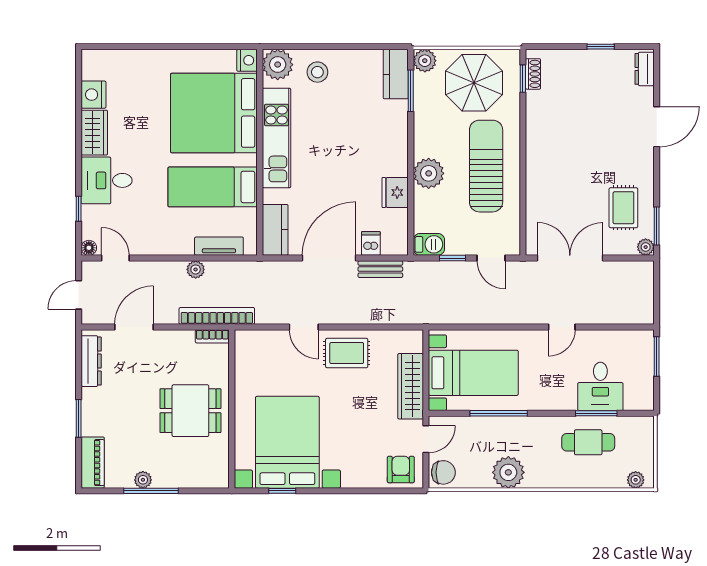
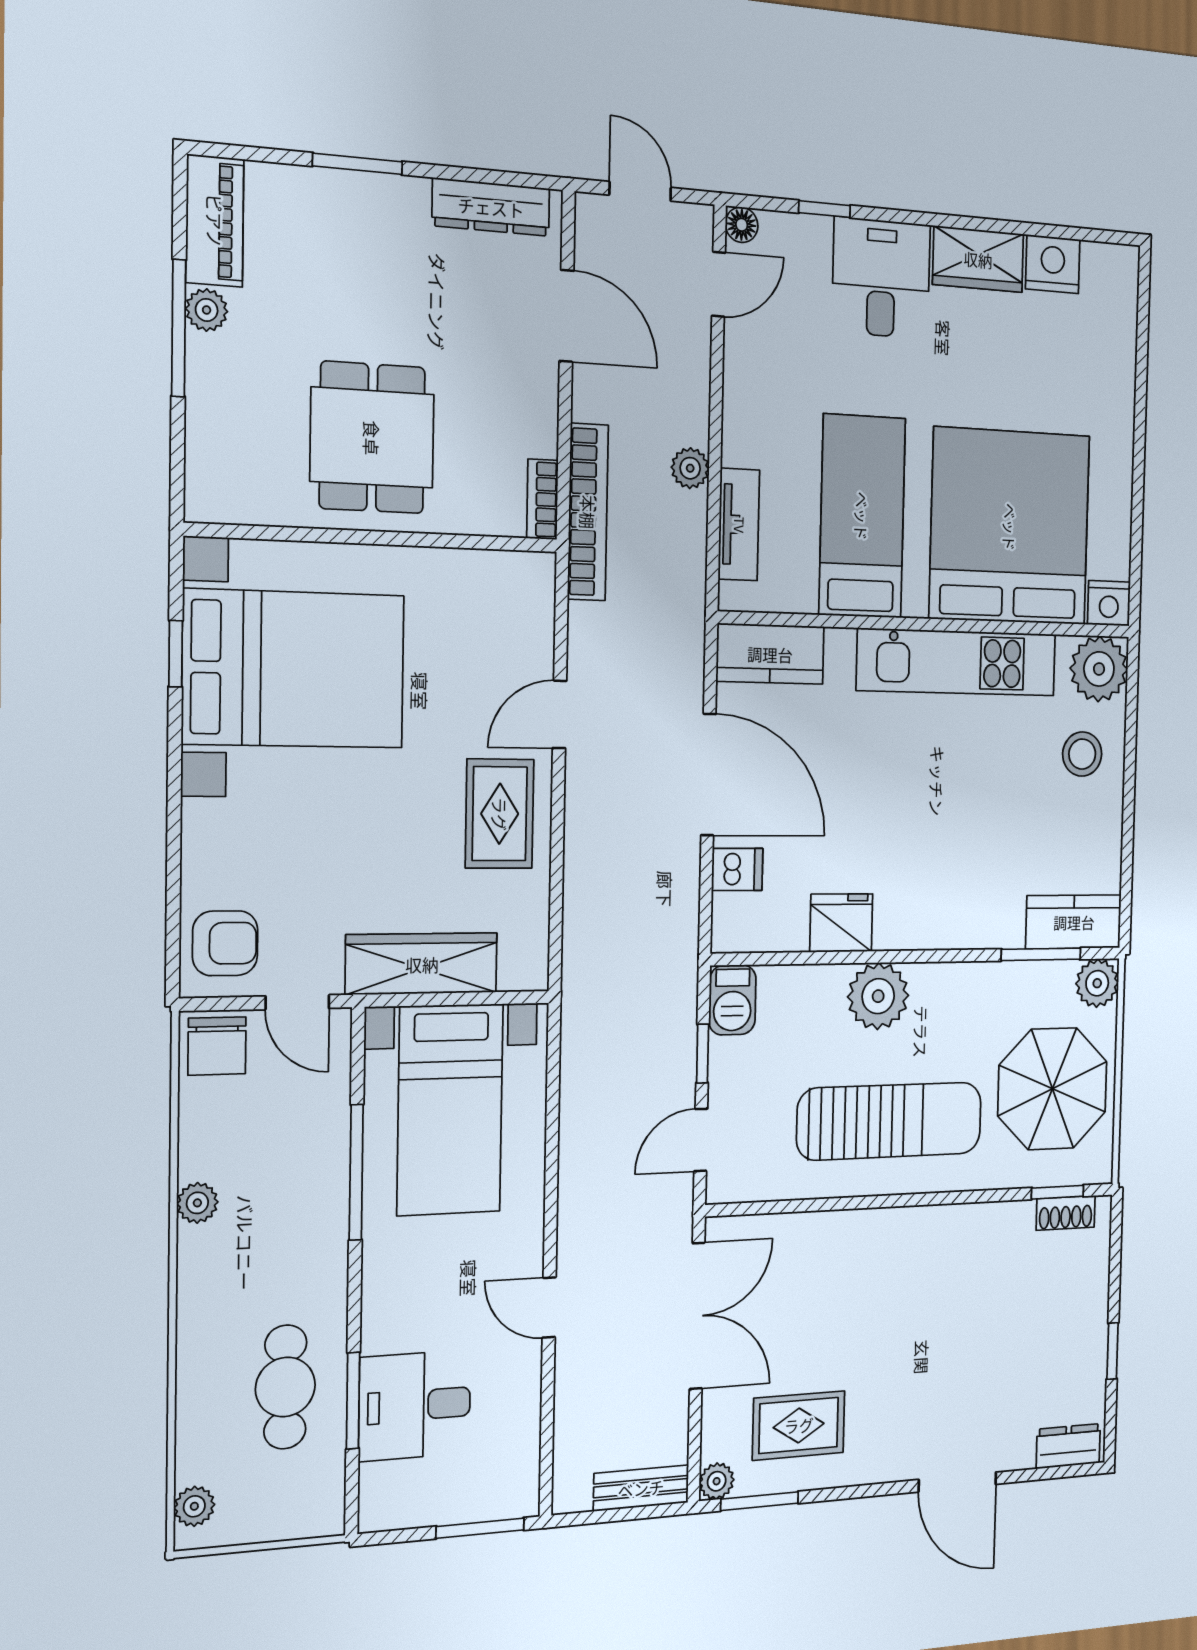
bench: (380, 269) -> (641, 1488), moved, turned 90
piano: (93, 463) -> (215, 221), moved, turned -90
plant: (508, 472) -> (197, 1203), width x0.53, depth x0.53

